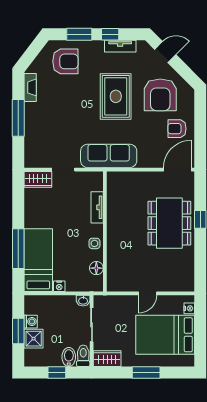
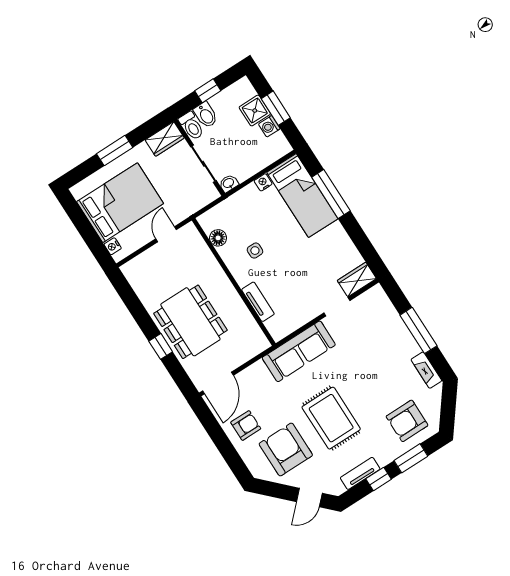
tv unit: (97, 207) -> (258, 302), moved
wall: (105, 231) -> (234, 282), moved
floor lamp: (96, 268) -> (218, 238), moved

